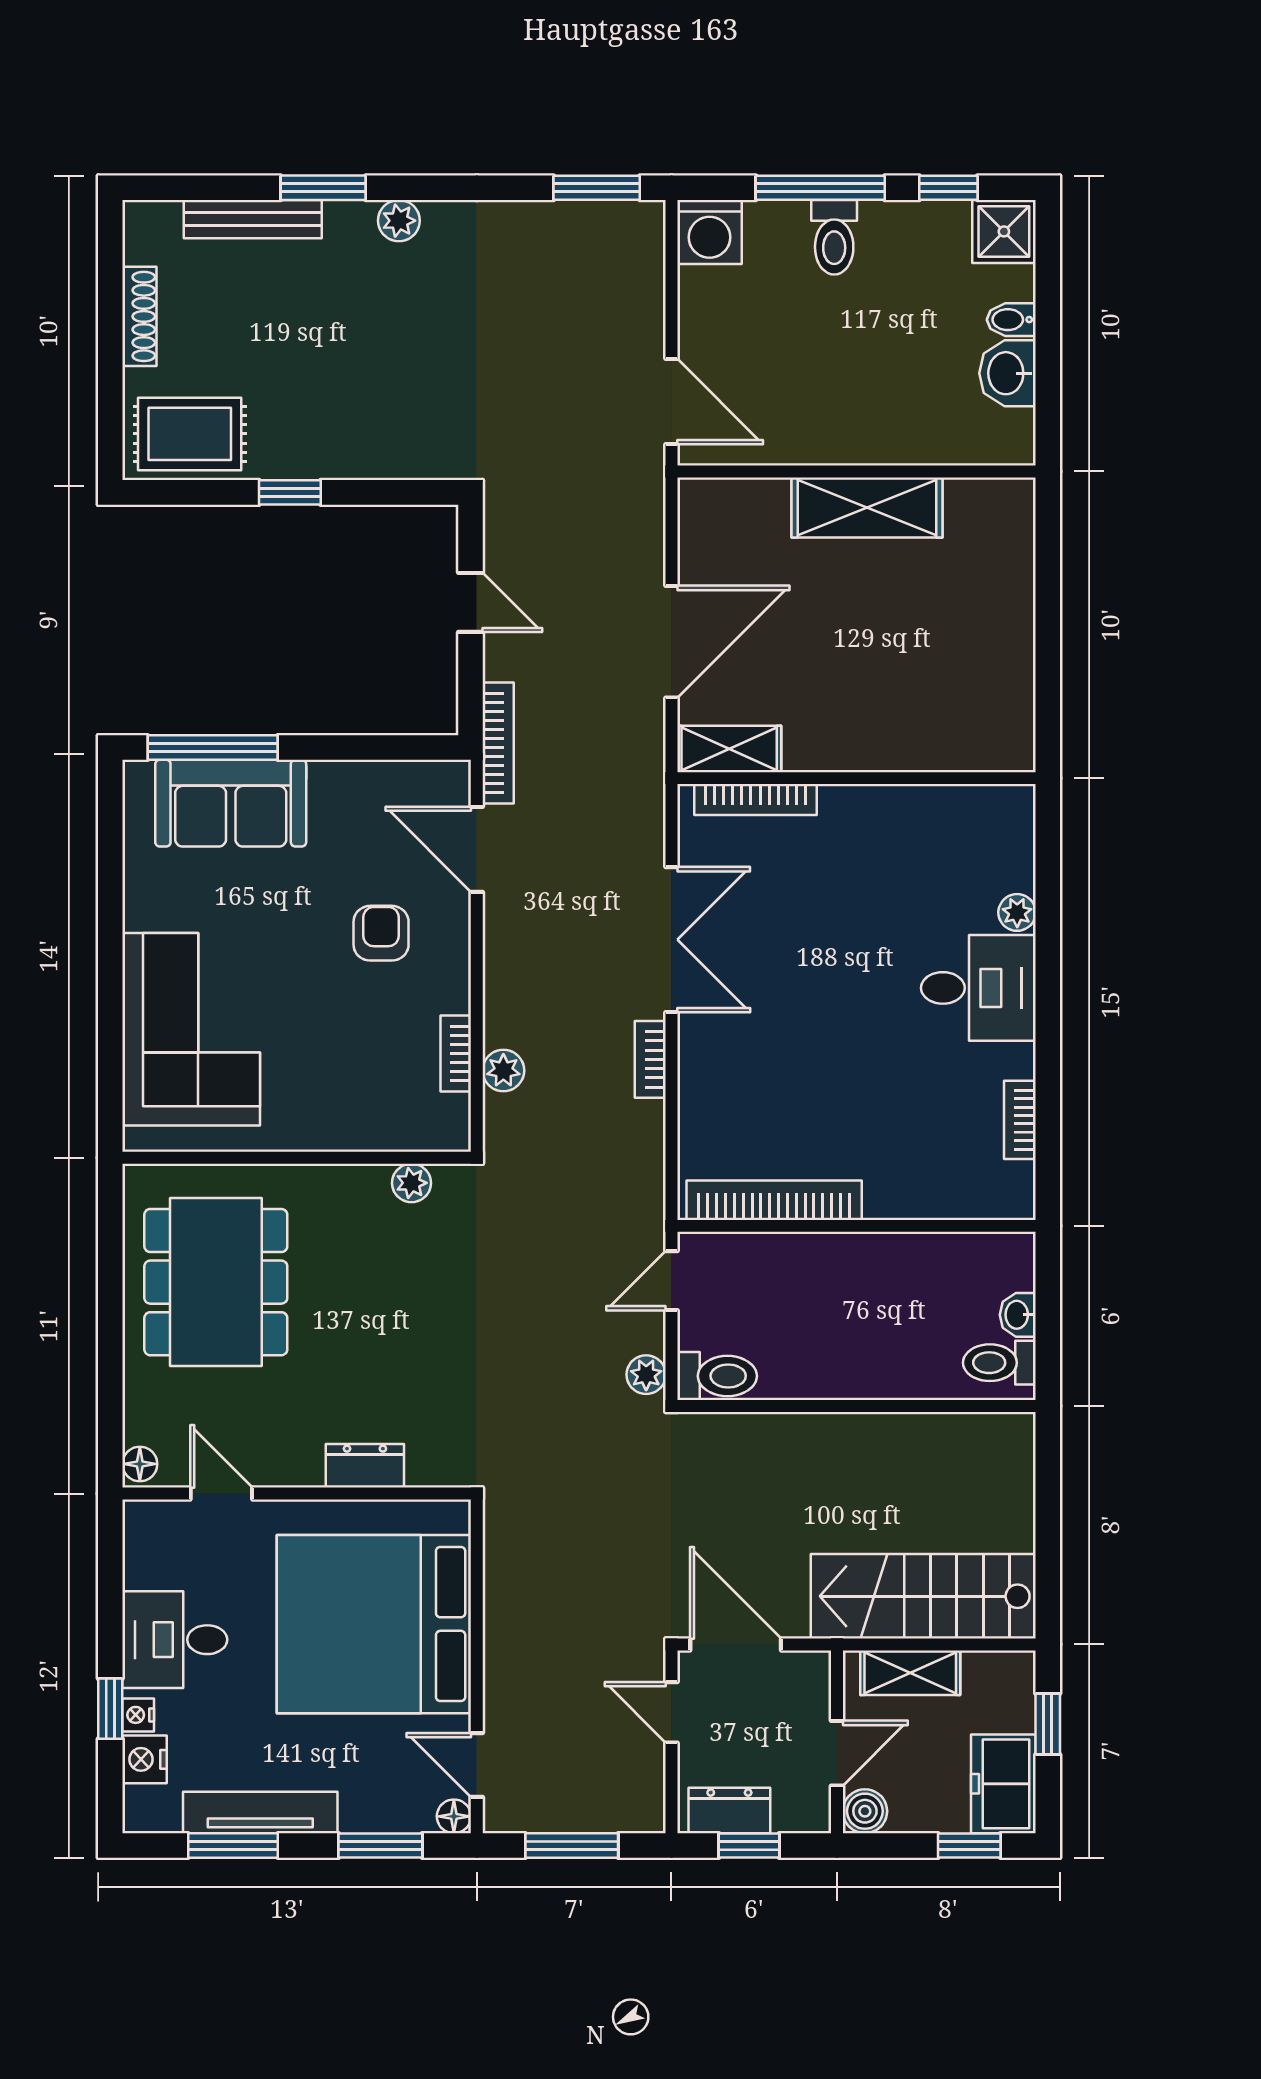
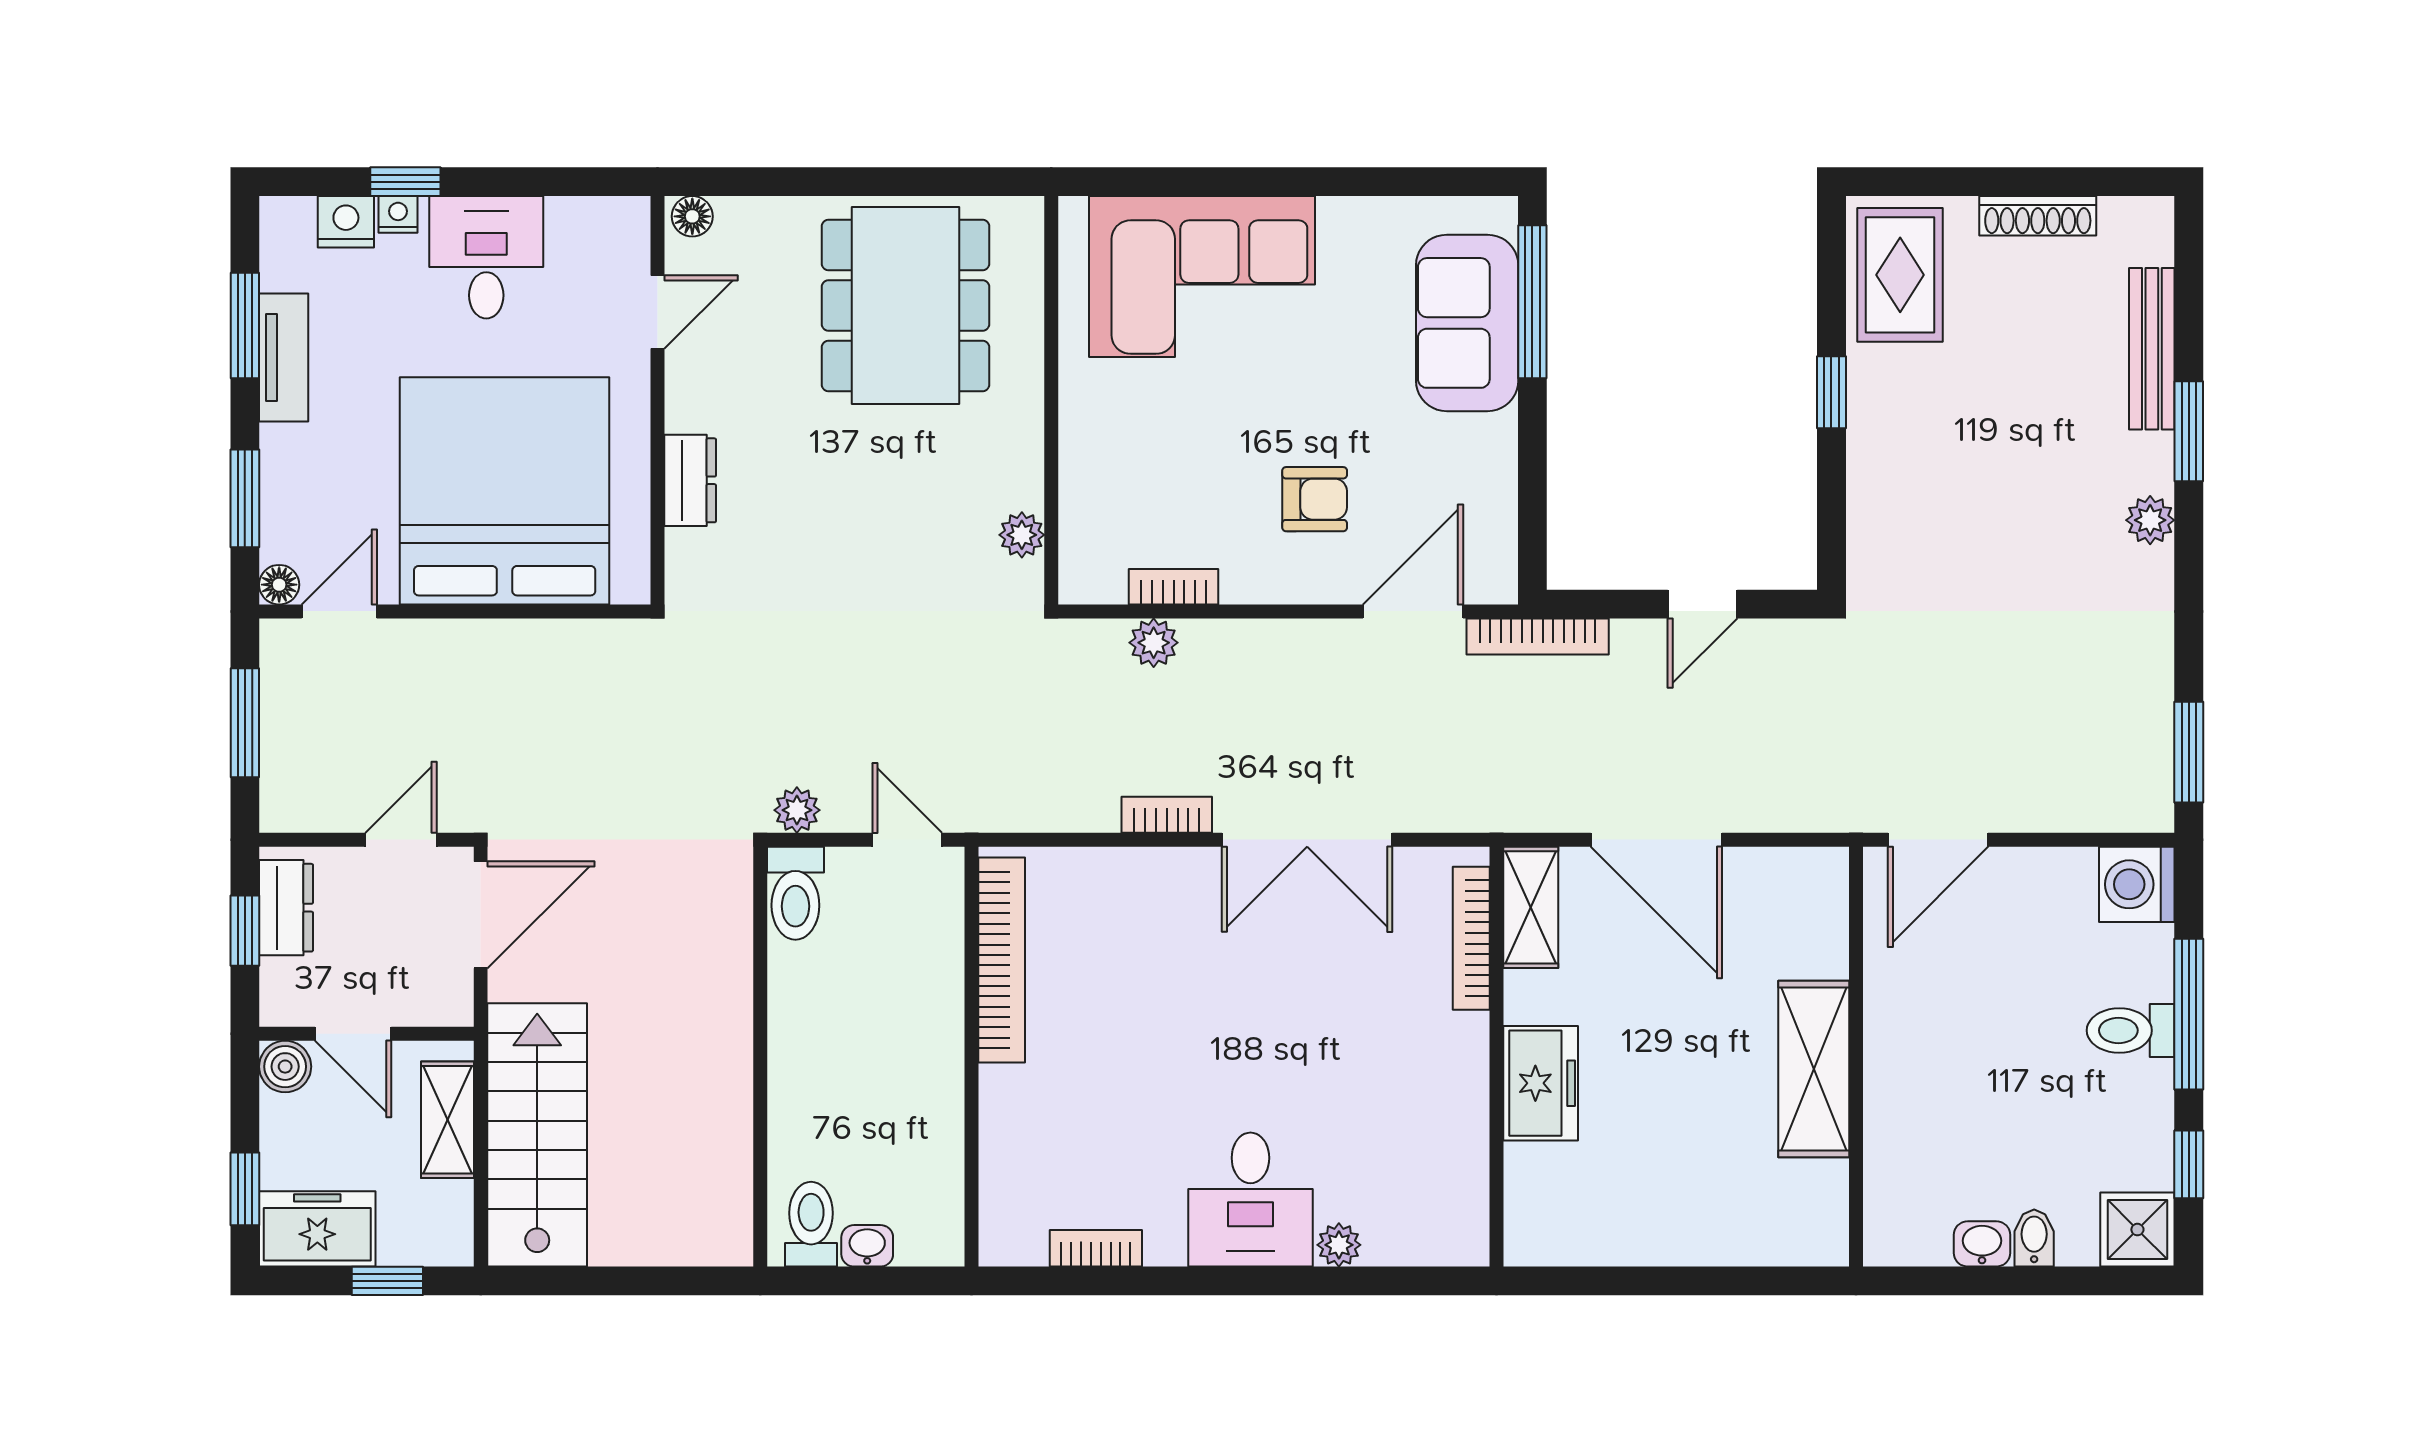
washbasin: (1007, 373) -> (1982, 1244), width x0.72, depth x0.69
freezer: (879, 740) -> (1541, 1083), added
dining table: (216, 1282) -> (906, 305), turned 90
tv unit: (260, 1812) -> (284, 358), width x0.71

